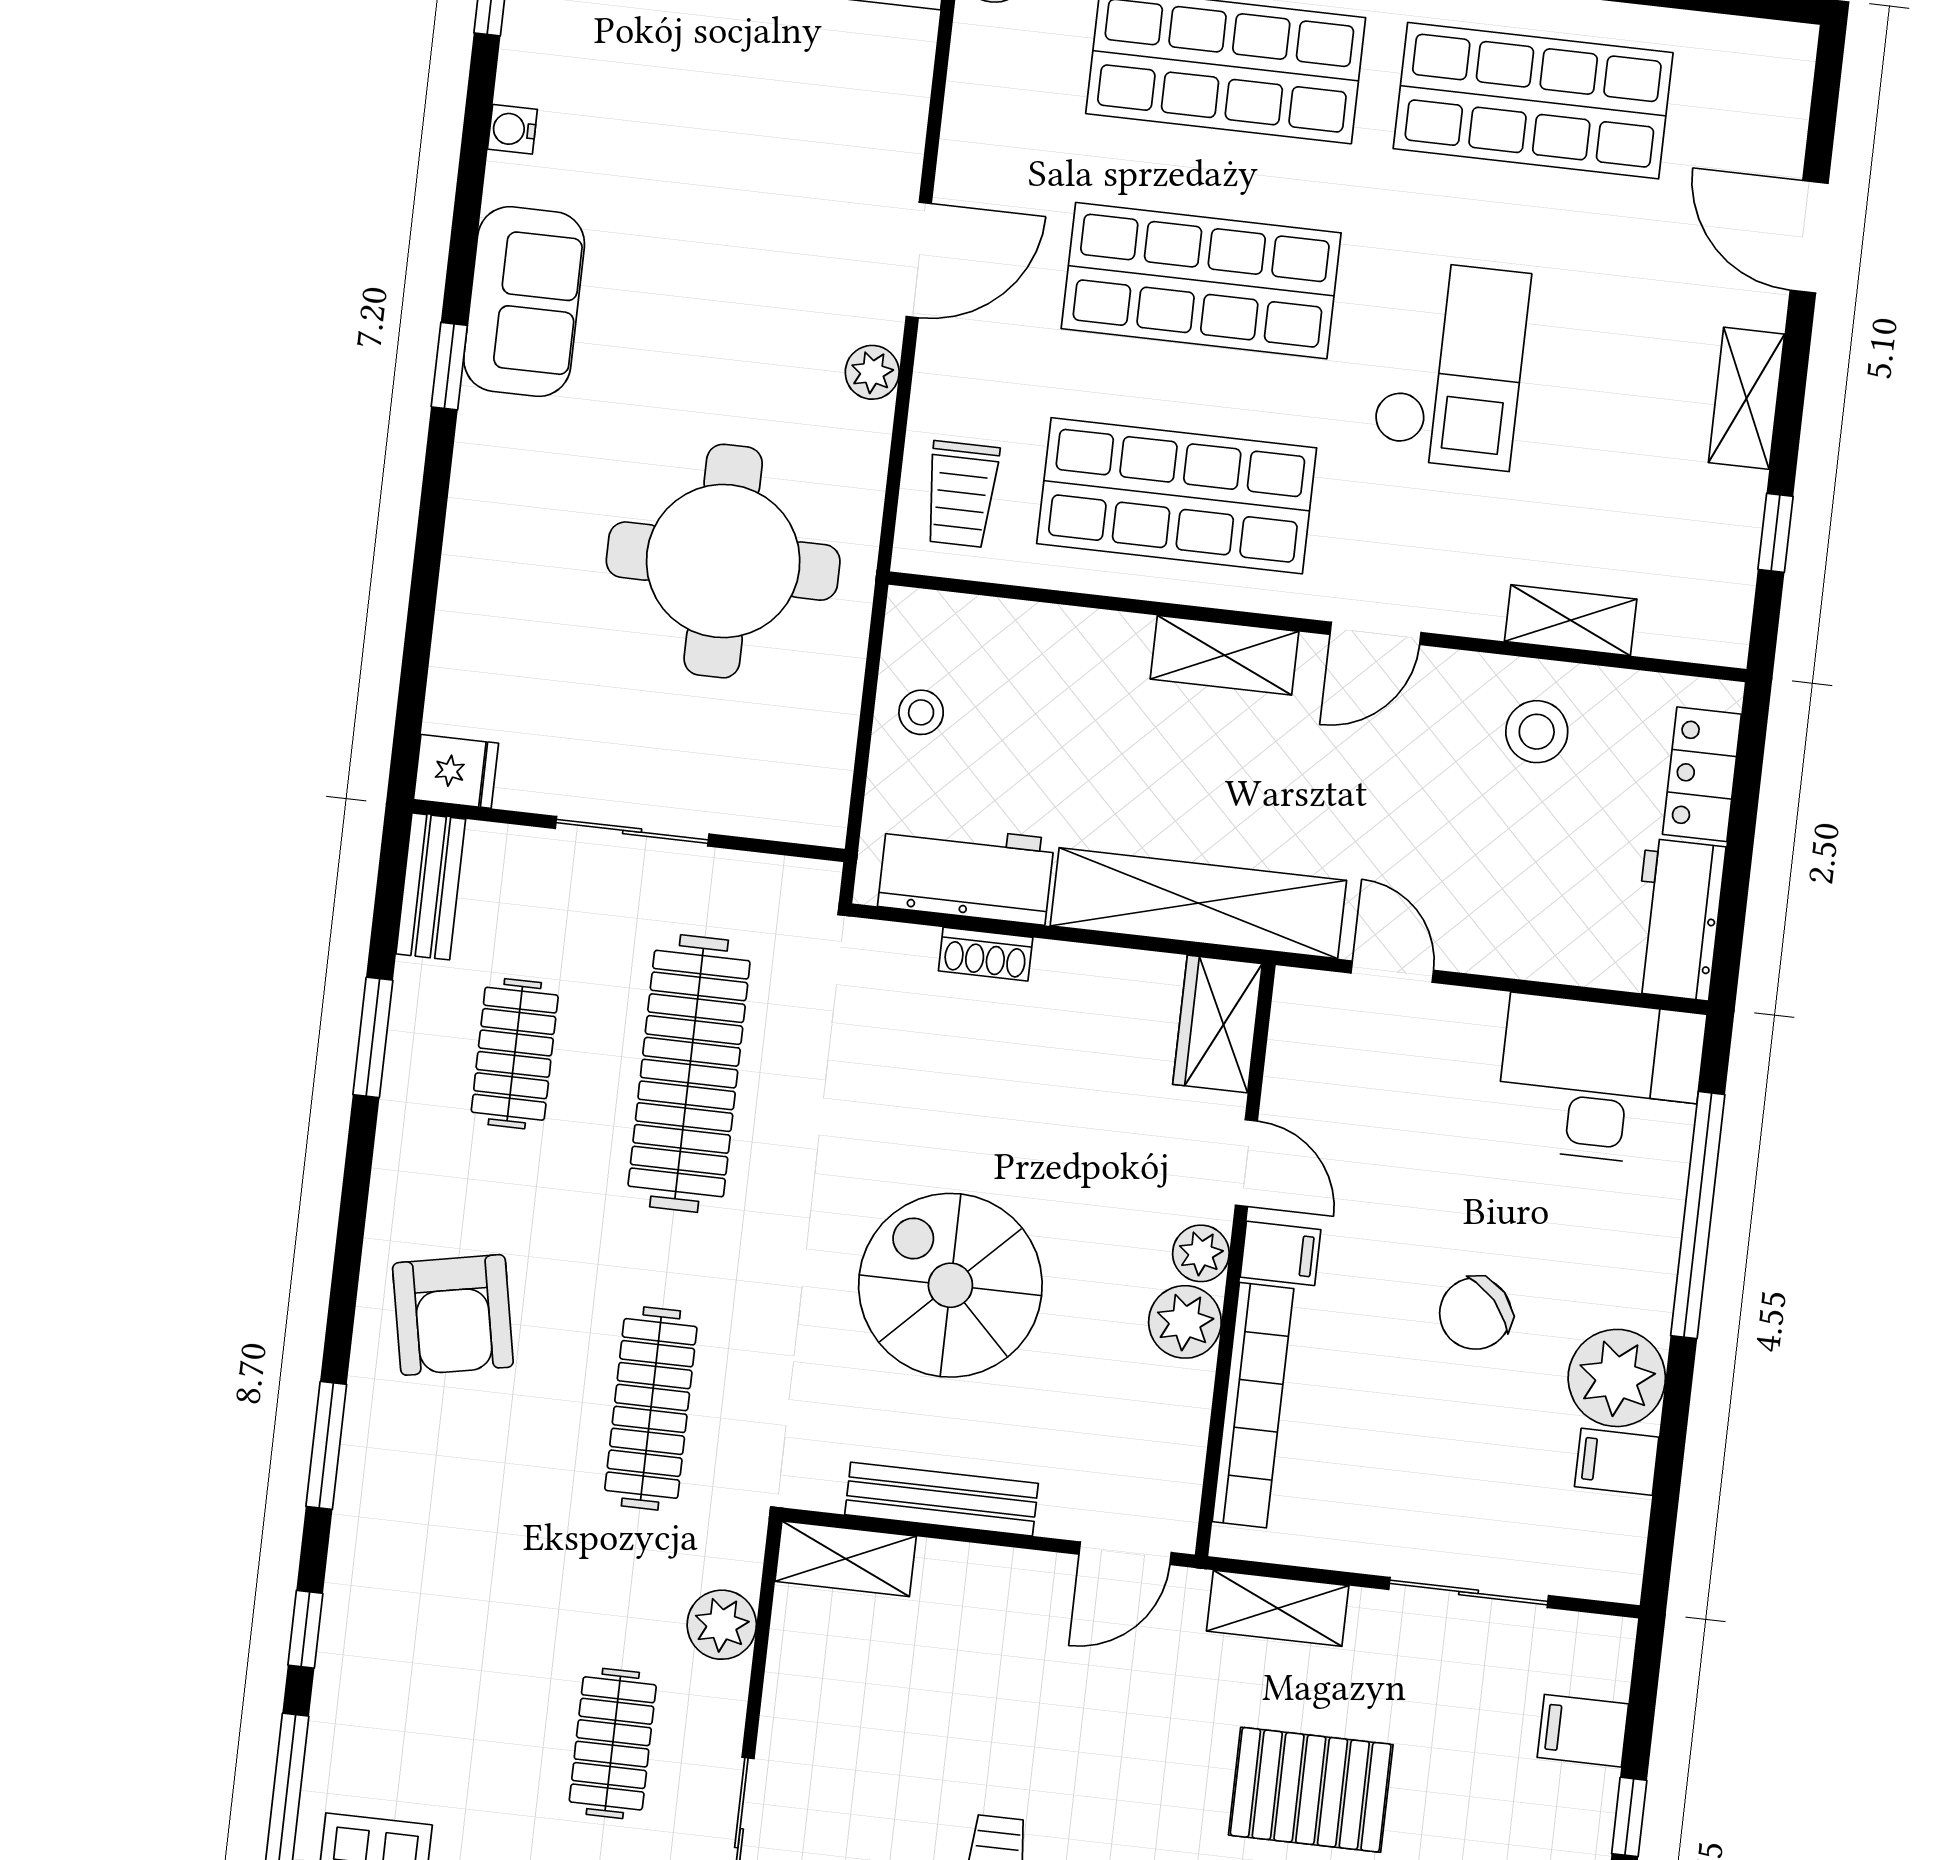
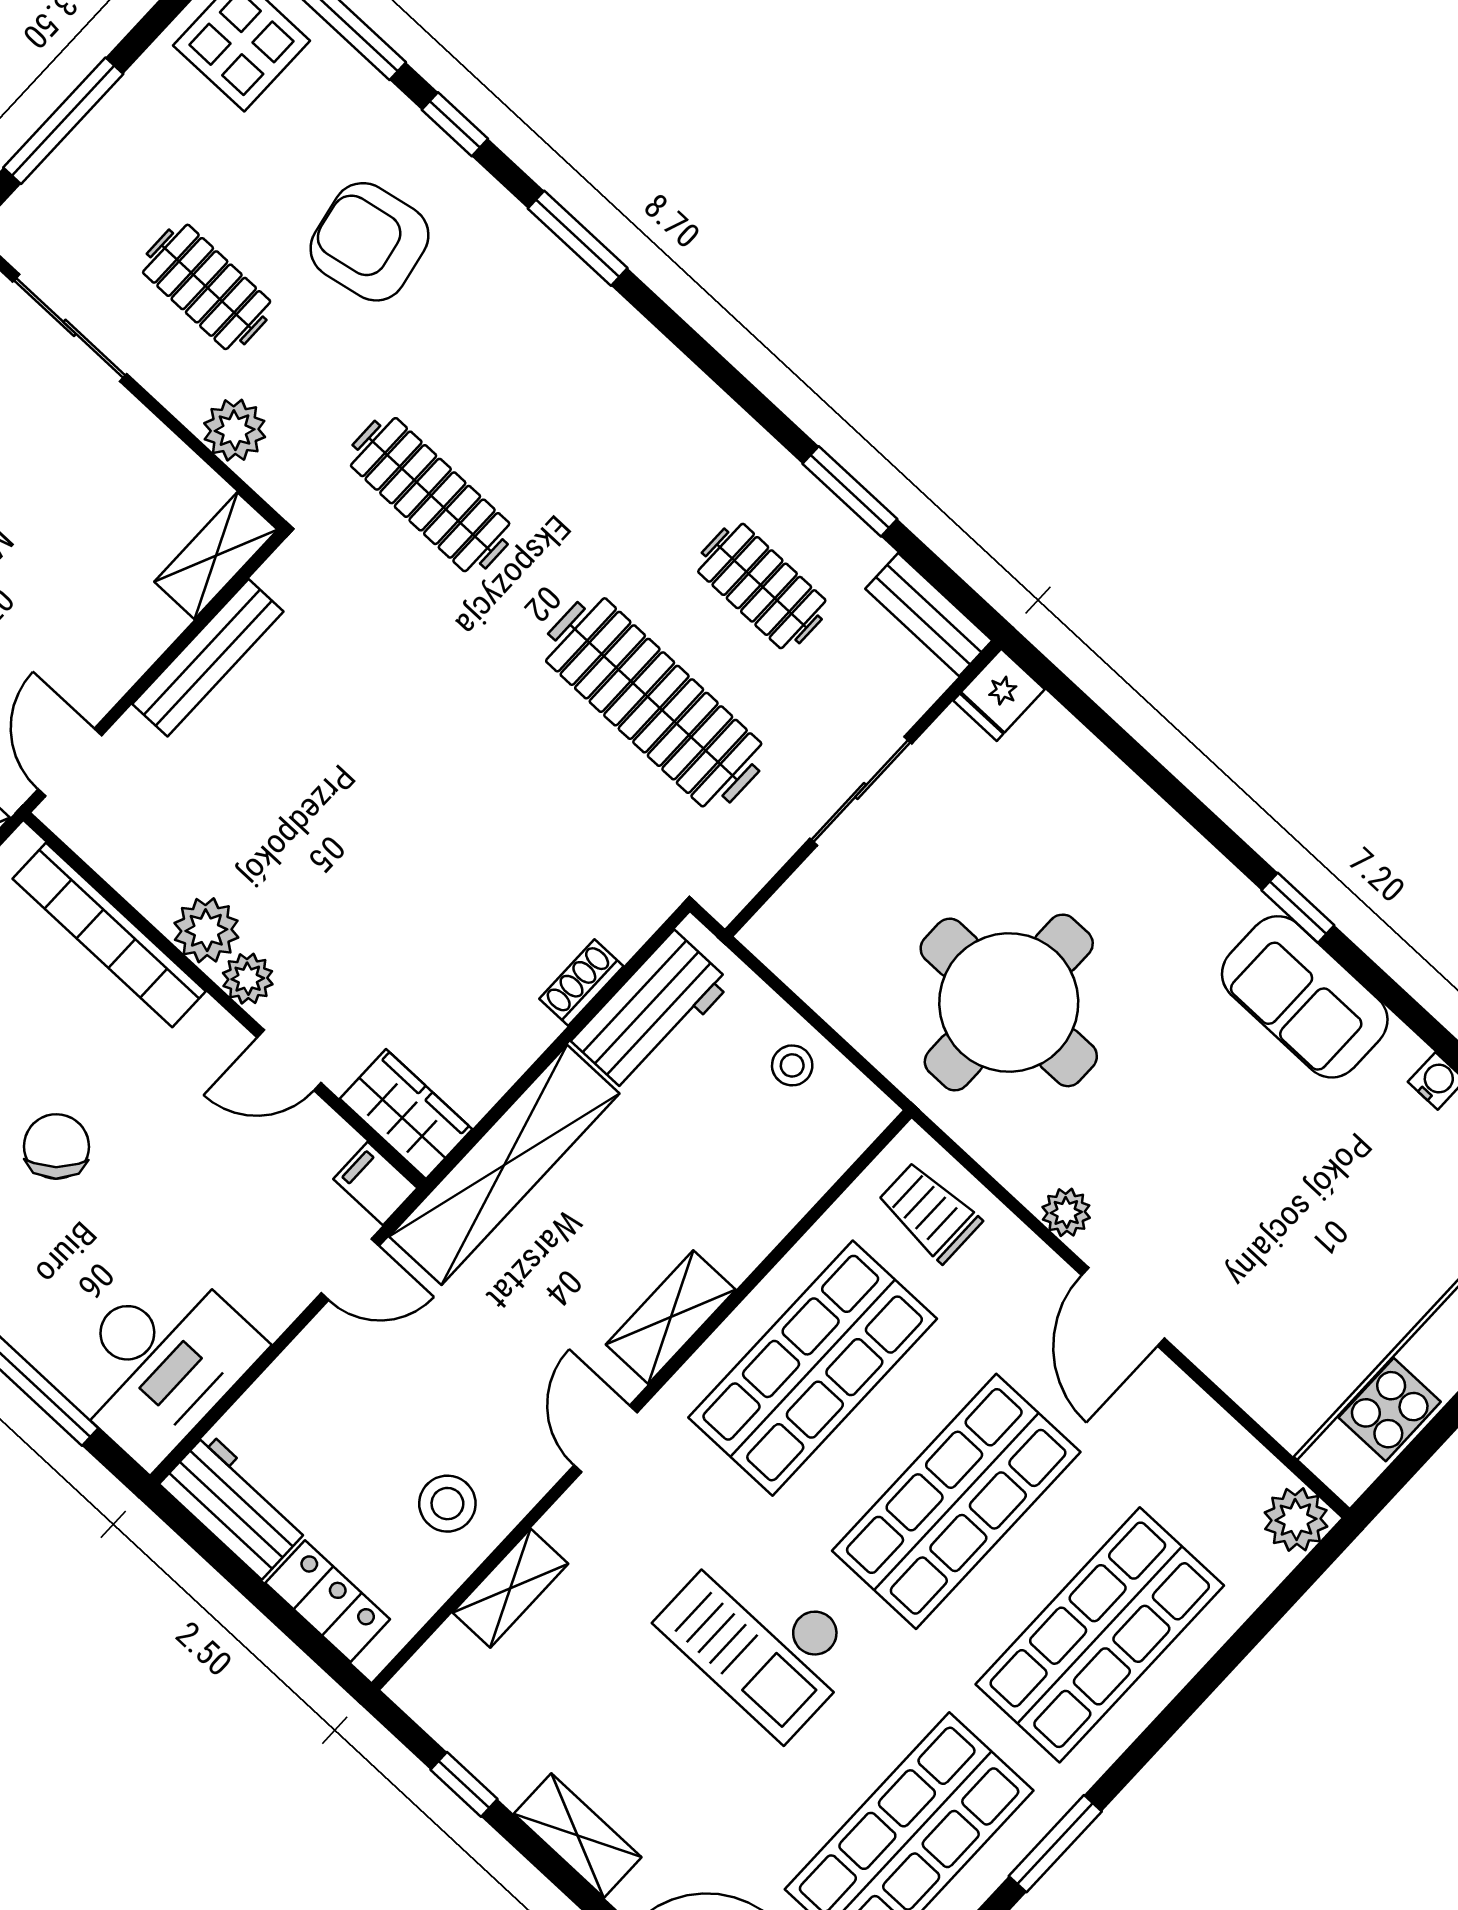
filing cabinet: (1281, 1253) -> (375, 1183), moved, turned 90
spiral stairs: (950, 1285) -> (359, 779), removed
armchair: (453, 1315) -> (369, 242), moved

